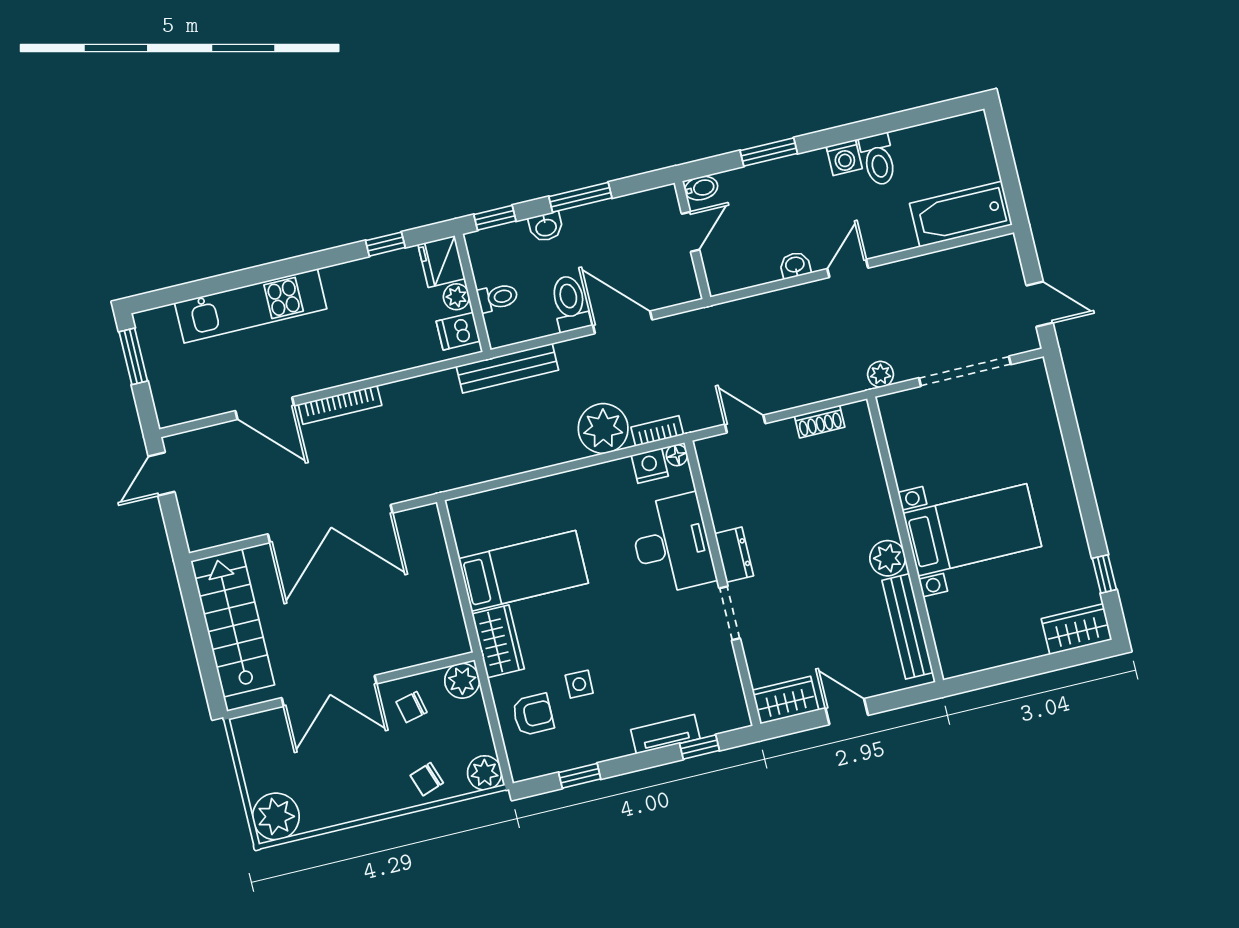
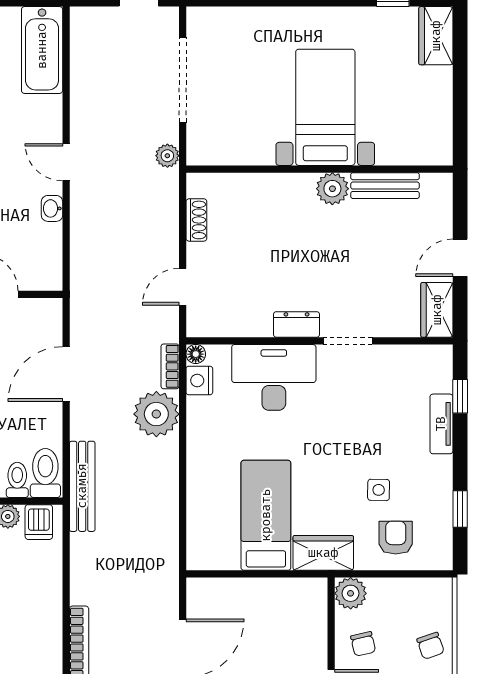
toilet: (570, 303) -> (45, 473), moved, turned 90
bench: (908, 626) -> (385, 186), width x0.73
plant: (485, 773) -> (437, 593), removed

